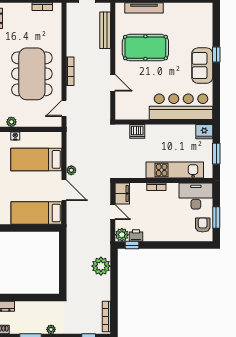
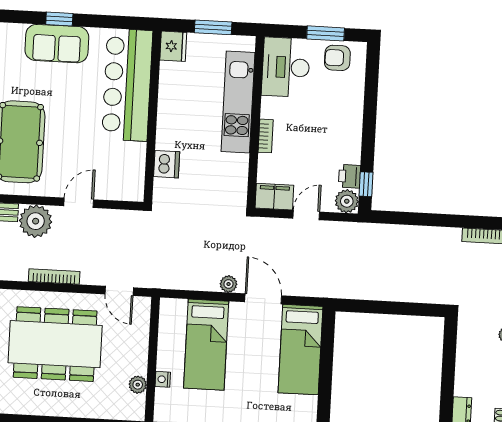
window: (216, 54) -> (59, 19), moved
door: (64, 190) -> (263, 299), hinge flipped
plant: (101, 266) -> (36, 221), moved

